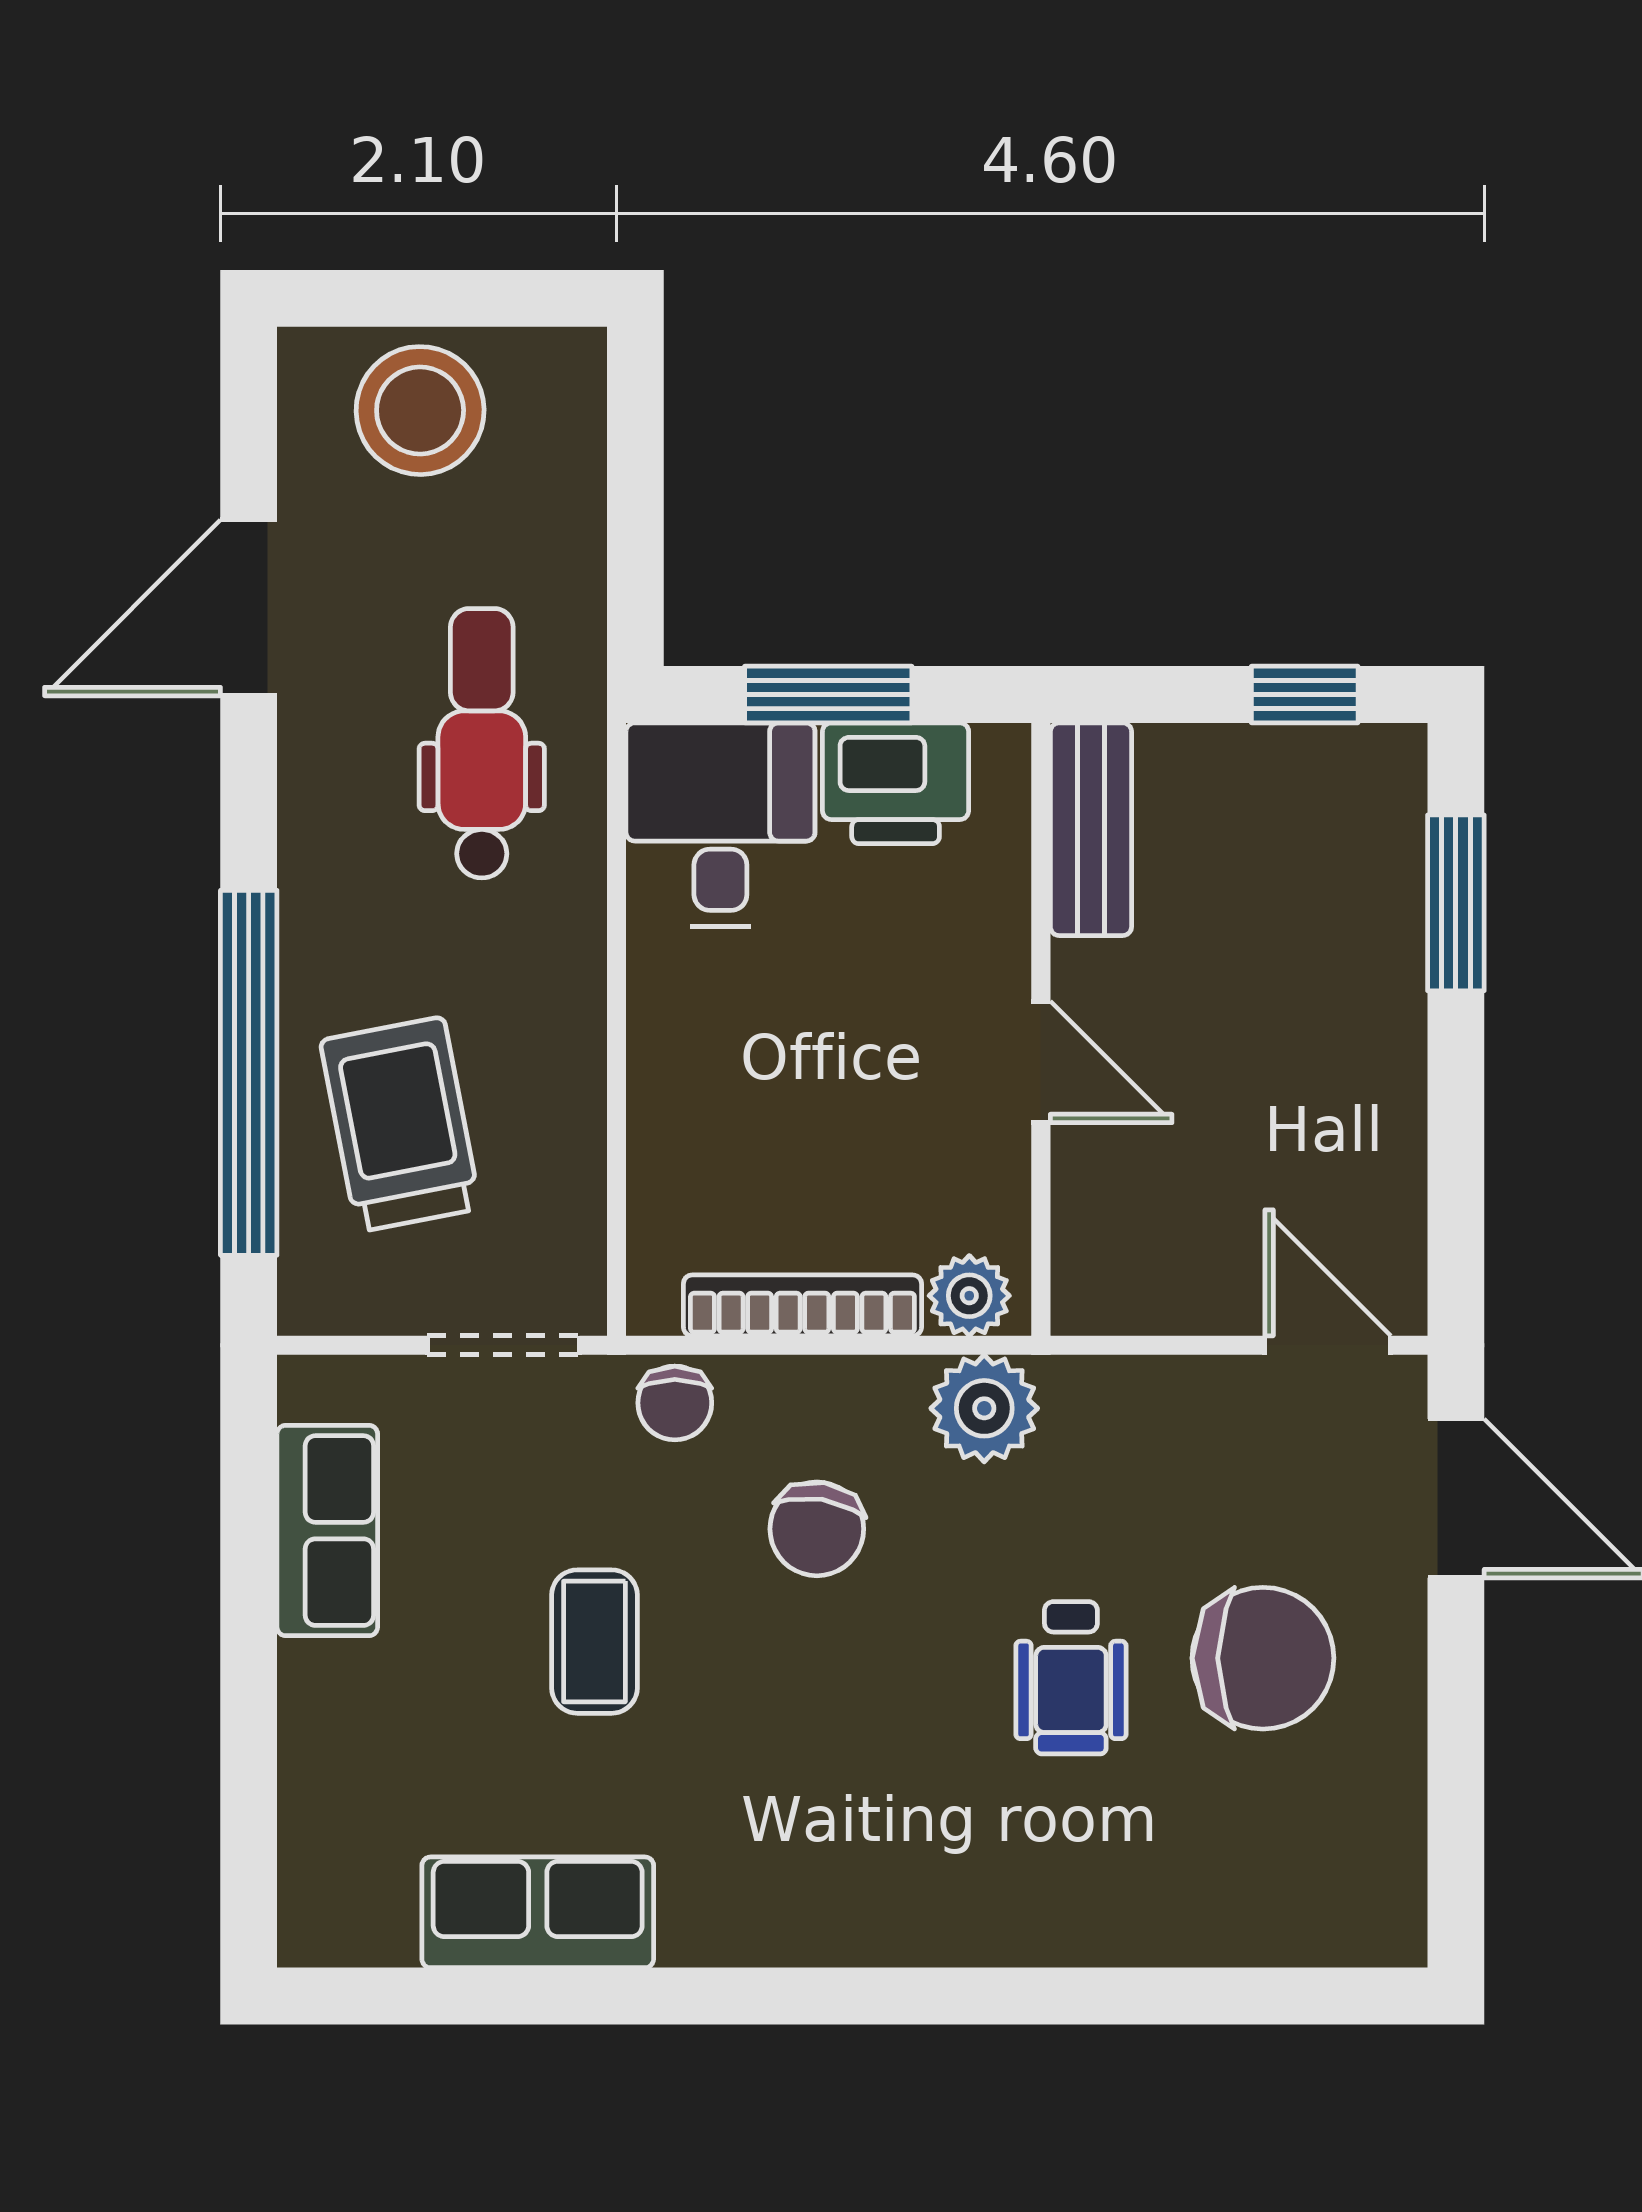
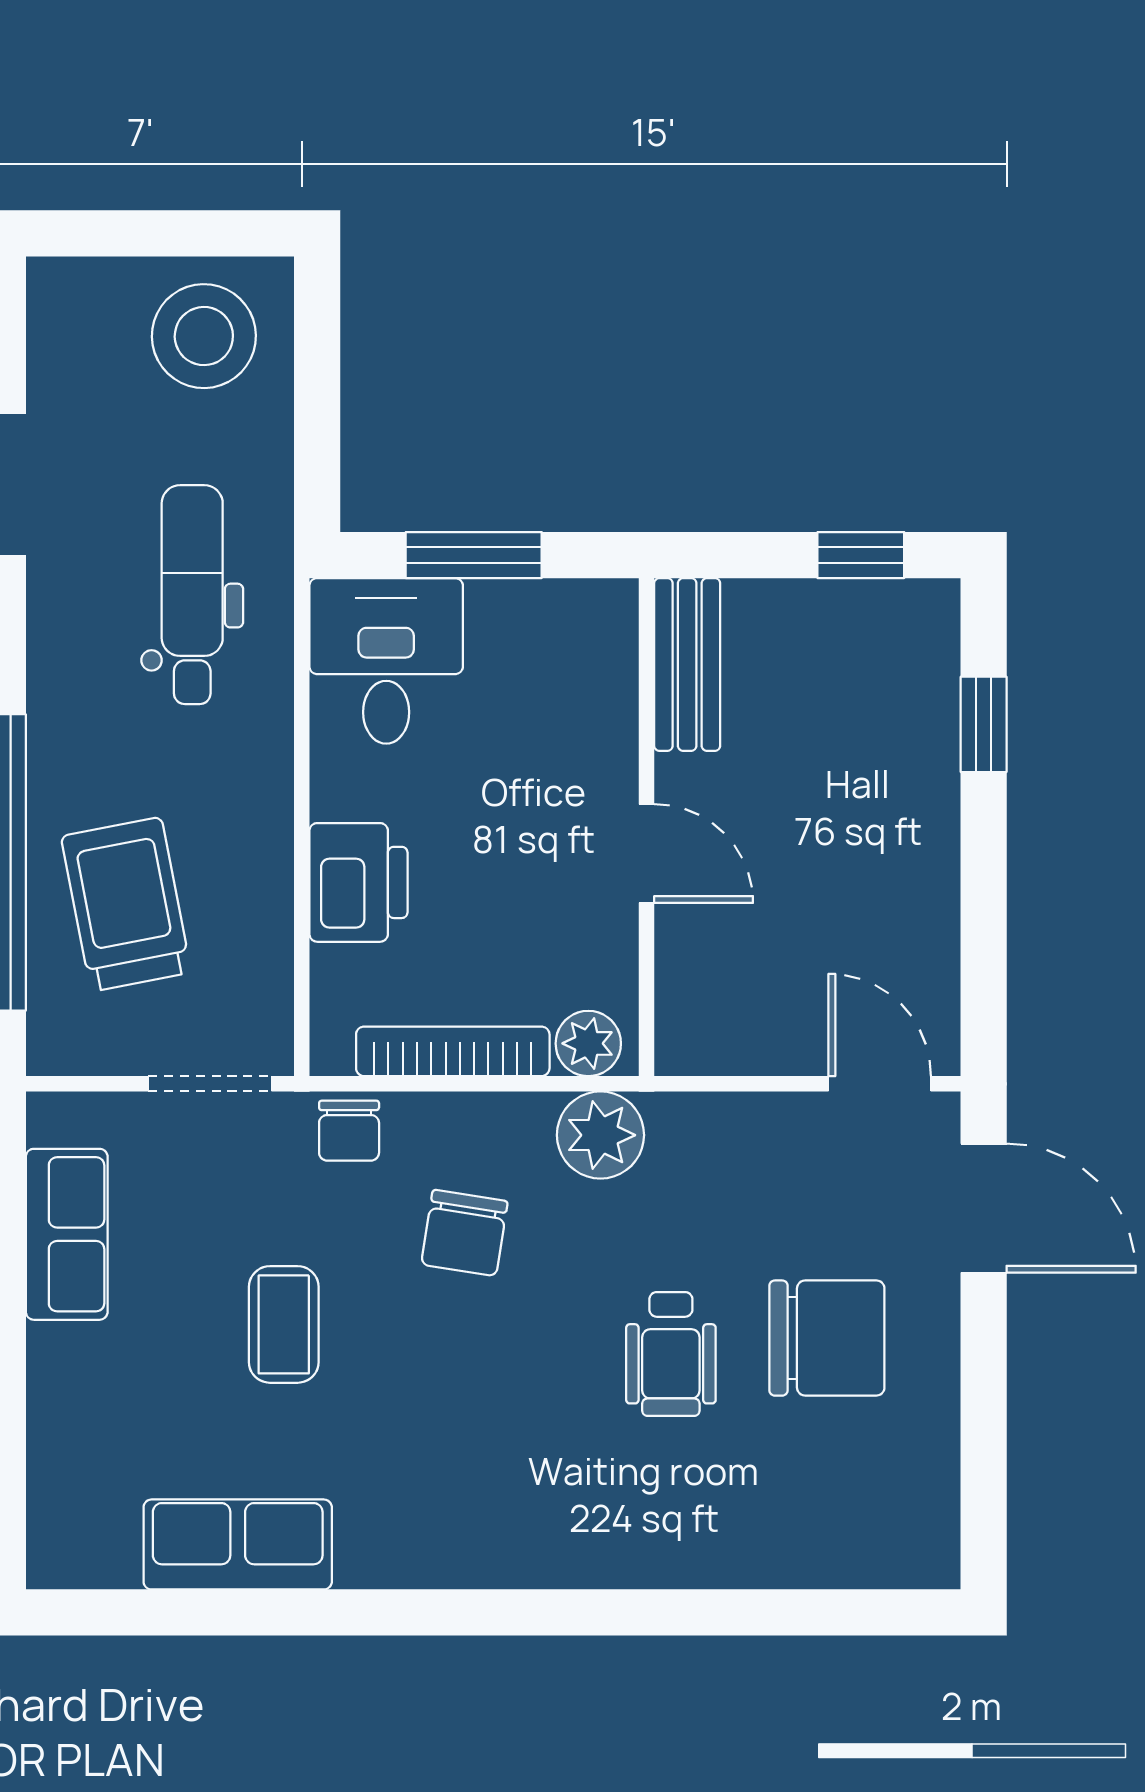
stool: (420, 411) -> (204, 336), moved
printer: (896, 783) -> (358, 882), moved, turned -90
window: (1456, 903) -> (984, 724), width x0.67

